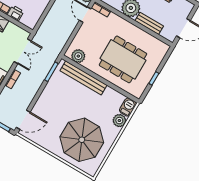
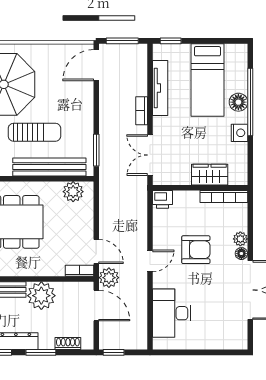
printer: (15, 13) -> (162, 199), moved
sun lounger: (80, 102) -> (34, 132), added

